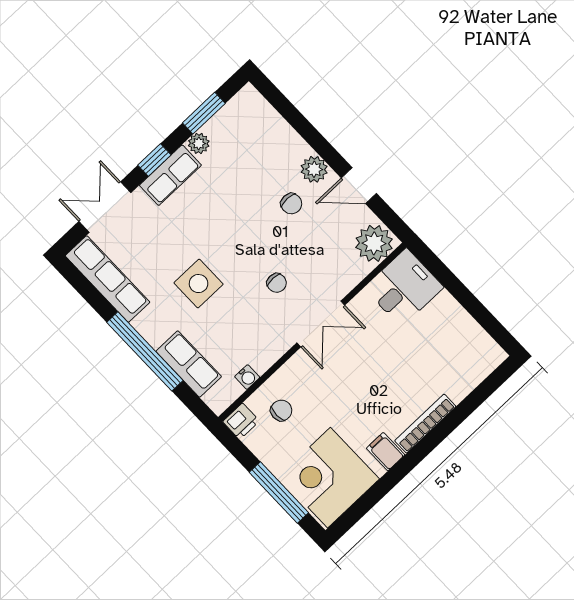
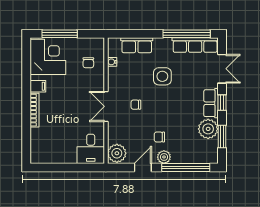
window: (299, 123) -> (186, 168), added
plant: (199, 143) -> (208, 129), width x1.88, depth x1.88
window: (145, 351) -> (187, 34), moved
printer: (241, 421) -> (98, 45), removed

